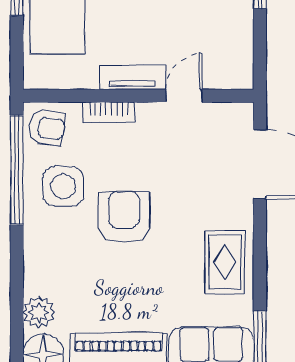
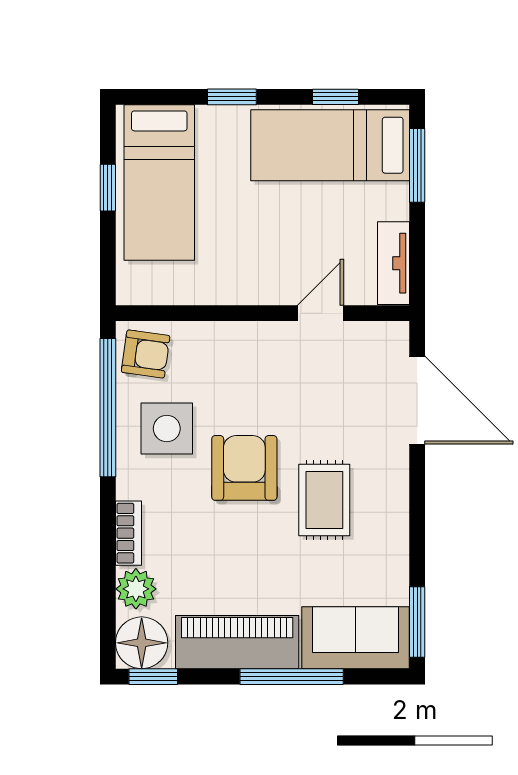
tv unit: (132, 77) -> (393, 263), moved, turned -90
bookcase: (109, 112) -> (128, 533), moved, turned -90
rug: (225, 262) -> (324, 500), moved

